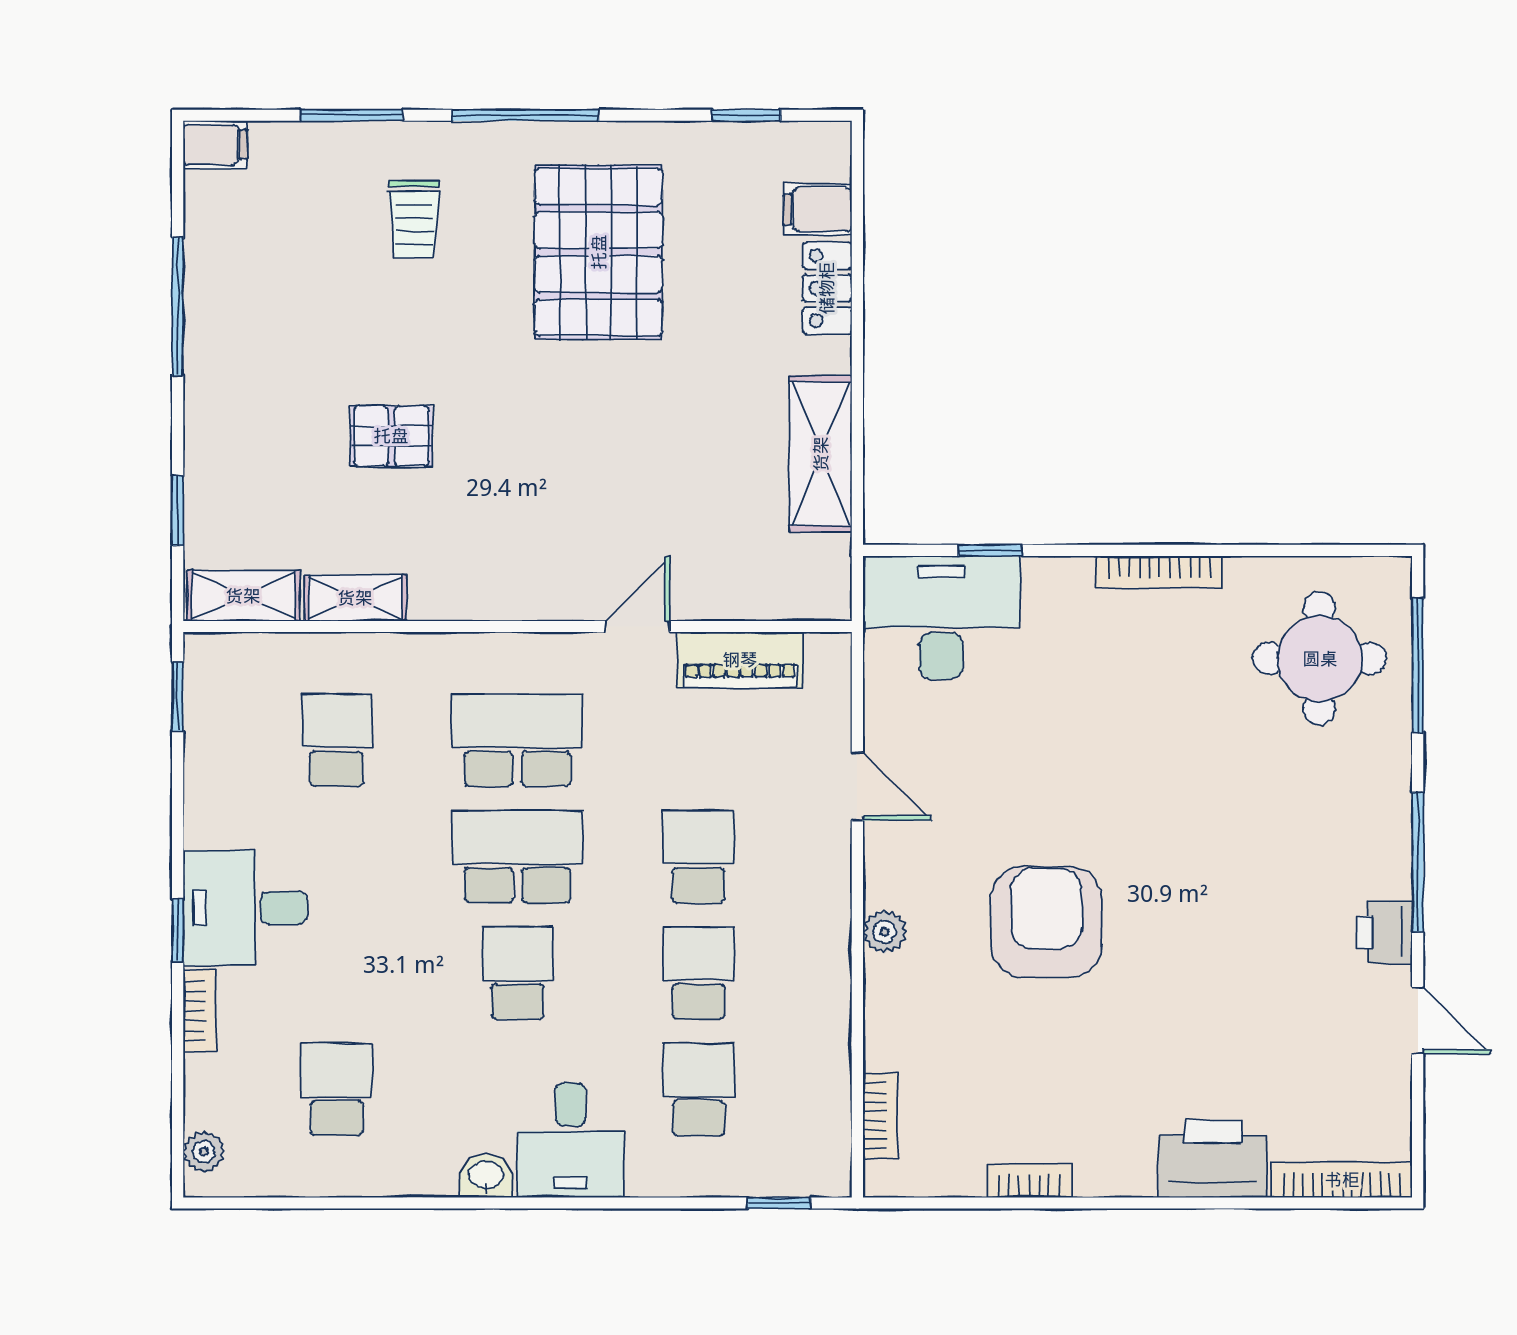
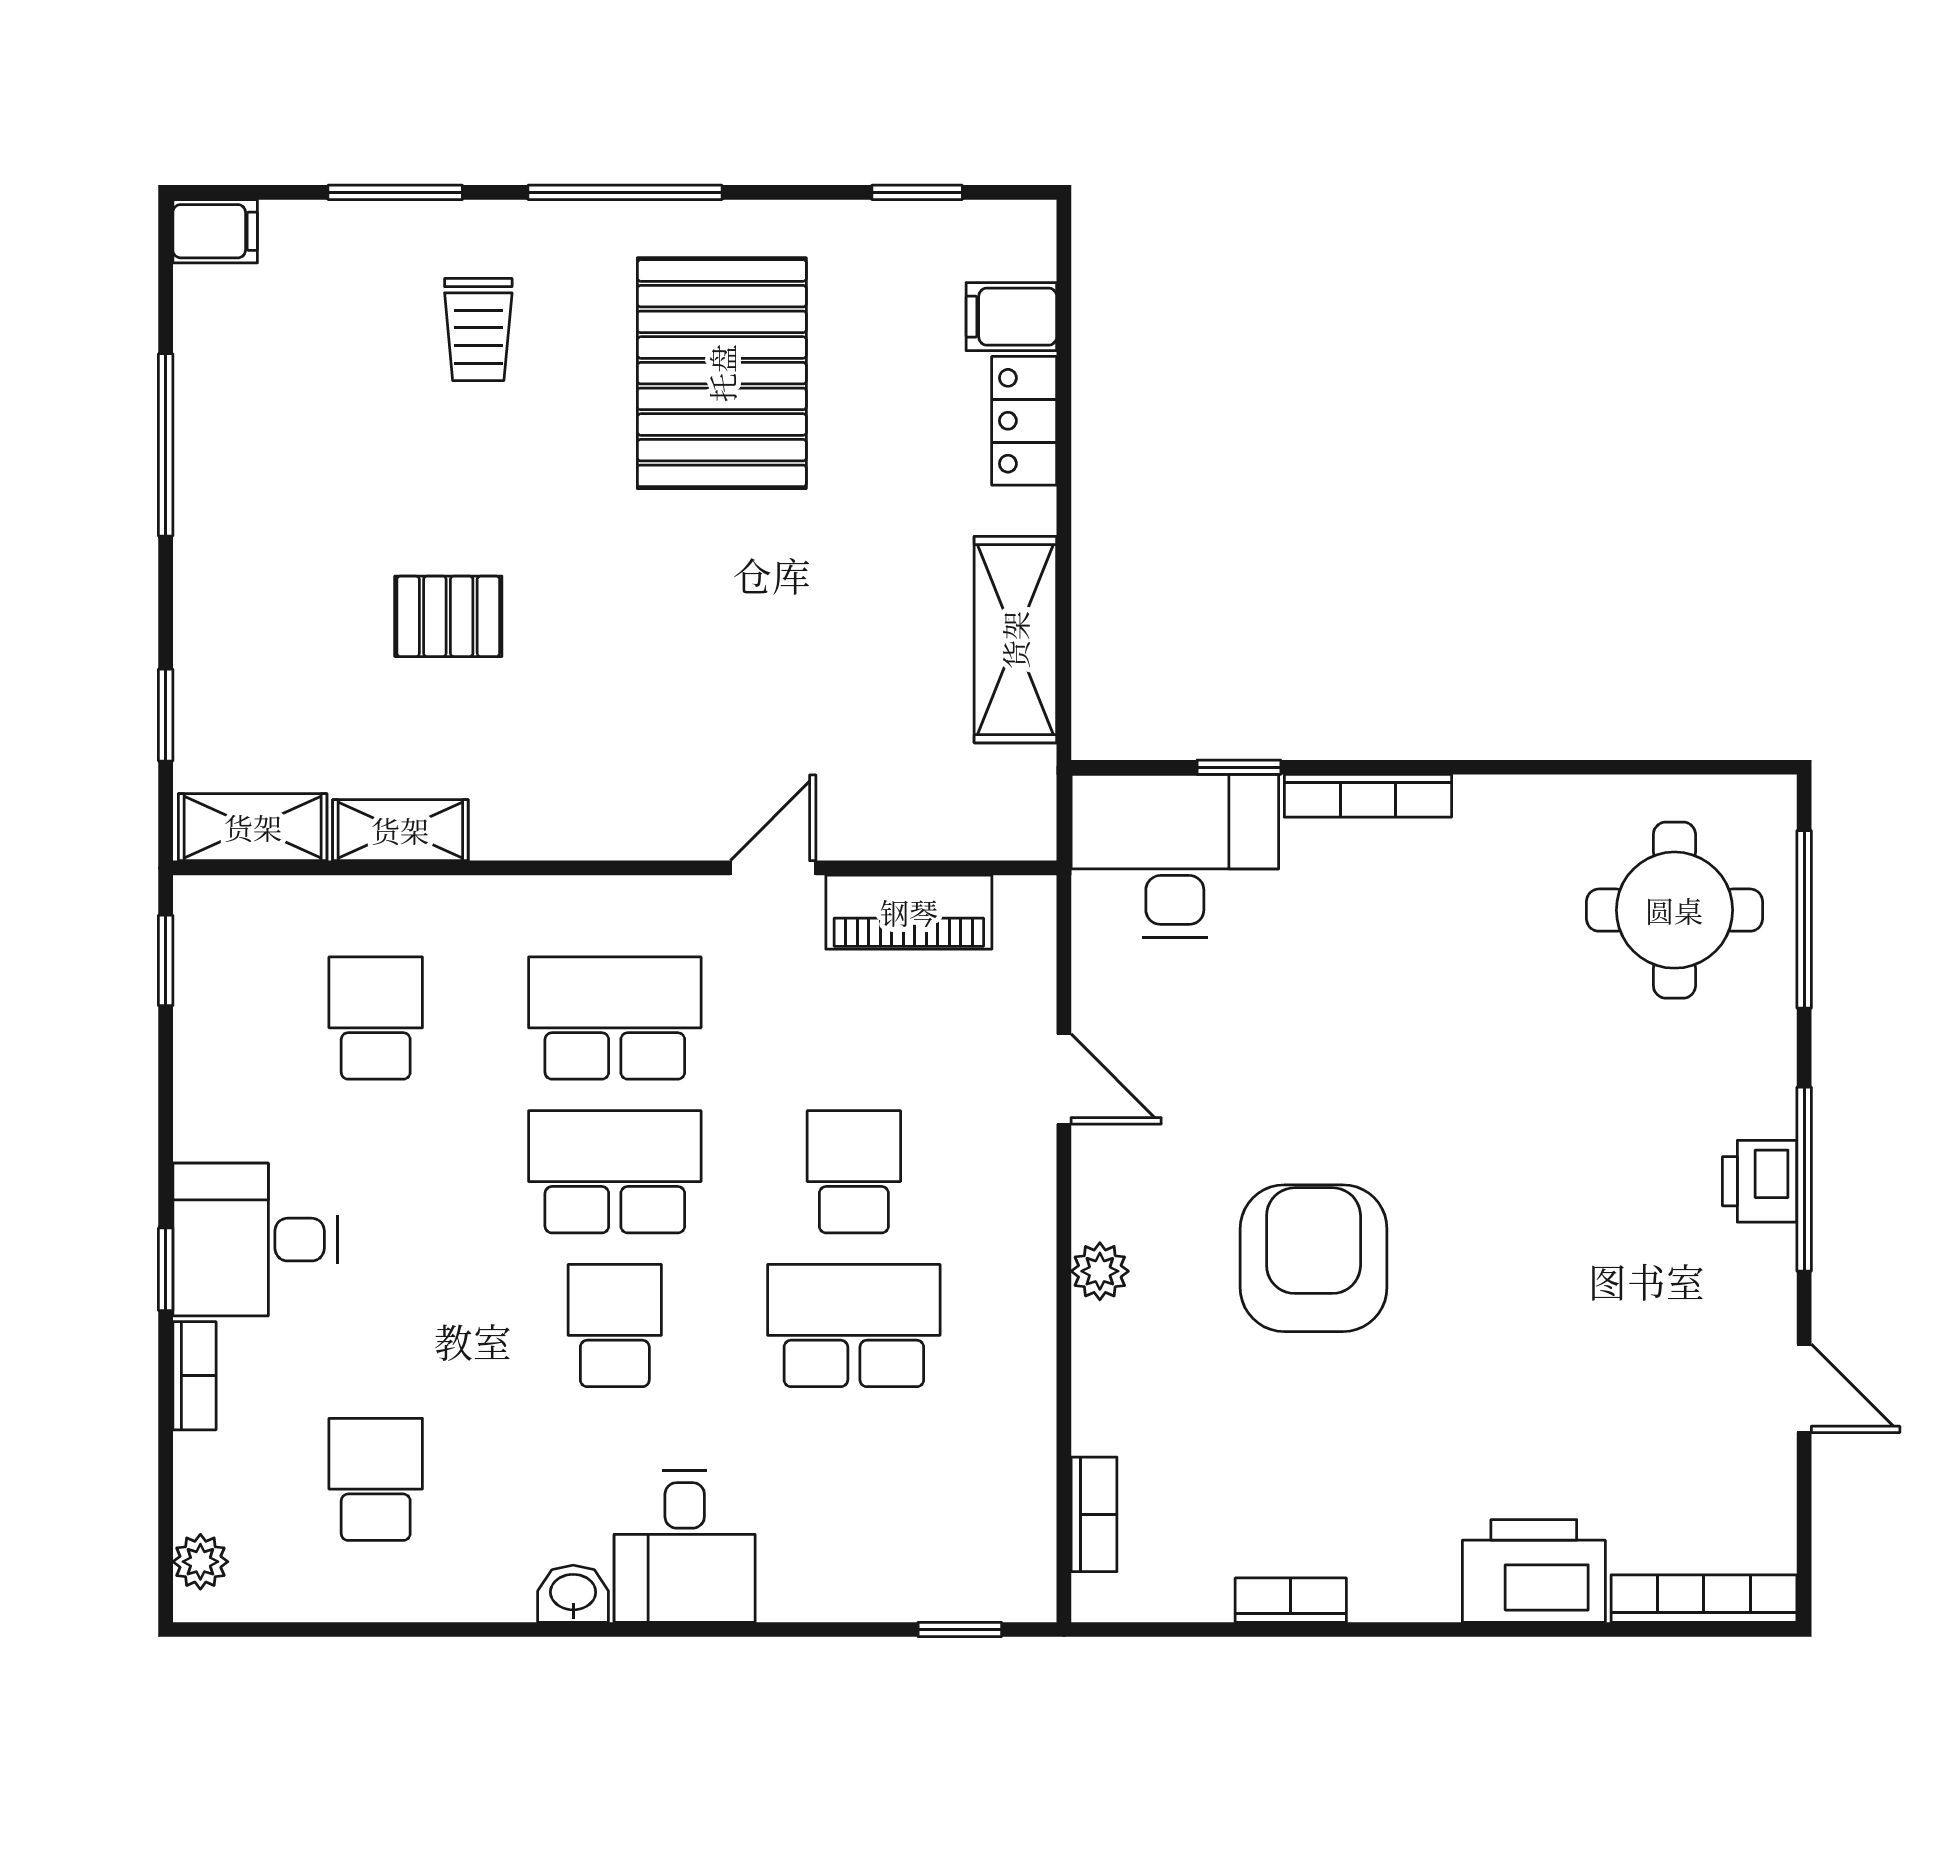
bookcase: (1160, 572) -> (1368, 796), moved
printer: (1384, 932) -> (1760, 1181), moved
school desk: (698, 973) -> (854, 1326), width x1.85
school desk: (698, 1089) -> (854, 1479), removed

